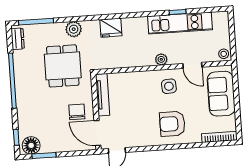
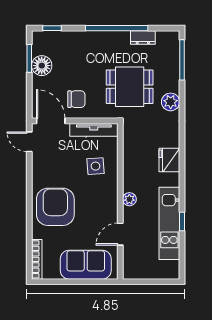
fridge: (111, 28) -> (169, 160), moved
dresser: (18, 39) -> (143, 37), moved
stool: (224, 54) -> (131, 271), removed
side table: (169, 86) -> (95, 166), moved
armchair: (172, 124) -> (55, 207), width x1.36, depth x1.36
door: (97, 133) -> (51, 121), hinge flipped
floor lamp: (31, 145) -> (42, 66), moved

